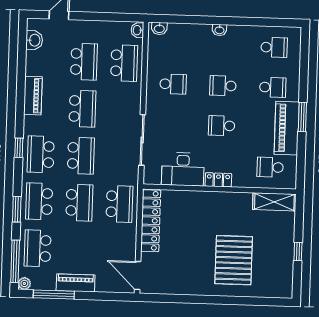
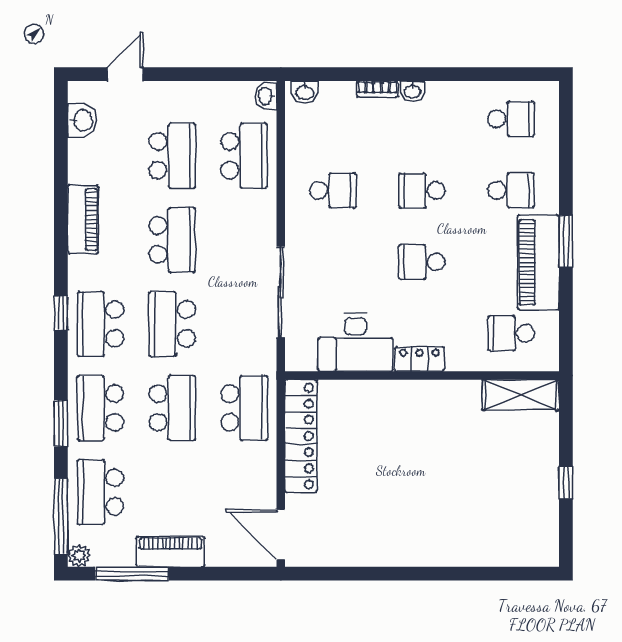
bookcase: (200, 28) -> (377, 89), added
school desk: (81, 156) -> (172, 324), turned 180
pallet: (234, 260) -> (451, 502), removed

